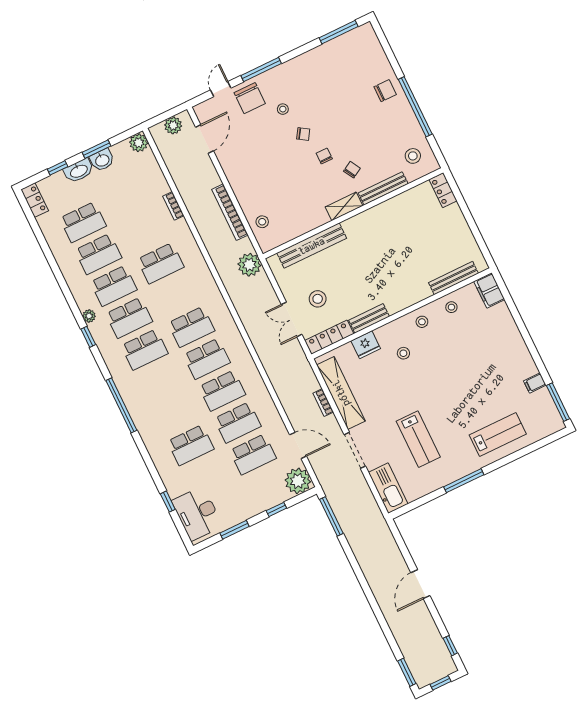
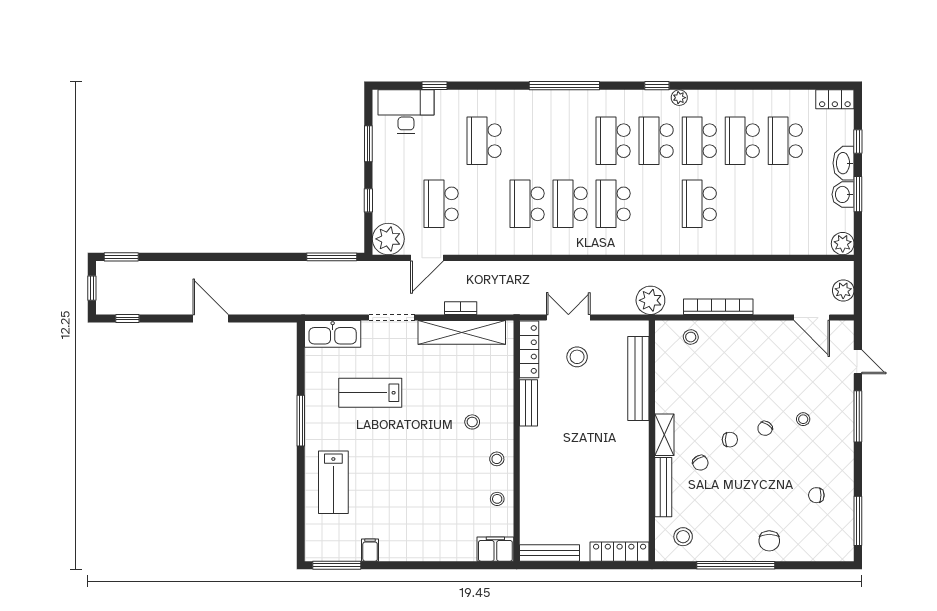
chair: (250, 98) -> (816, 495), moved, width x0.54, depth x0.54
locker: (443, 190) -> (620, 552), width x1.53
bookcase: (173, 206) -> (755, 248), removed
bench: (453, 278) -> (549, 553), moved, turned 90
fridge: (366, 345) -> (501, 385), removed
school desk: (238, 422) -> (484, 204), removed

